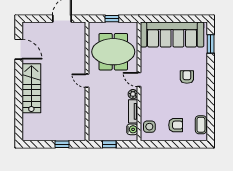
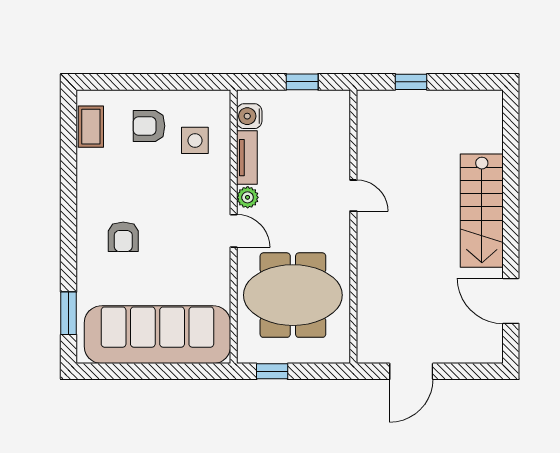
window: (112, 19) -> (272, 371), moved
door: (87, 81) -> (353, 196), moved
side table: (149, 127) -> (195, 140), moved

